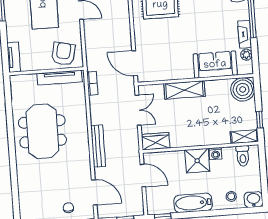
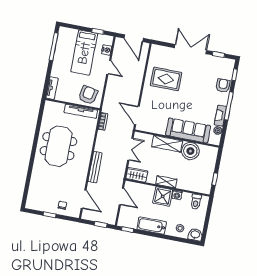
sofa: (215, 65) -> (188, 131), width x1.36
boiler: (243, 89) -> (190, 151), moved
shelving: (244, 137) -> (166, 182), moved

